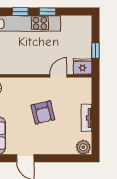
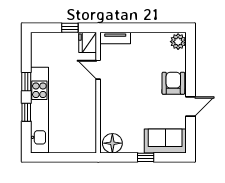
armchair: (43, 112) -> (173, 83), moved, turned -77
tv unit: (86, 118) -> (115, 38), moved

